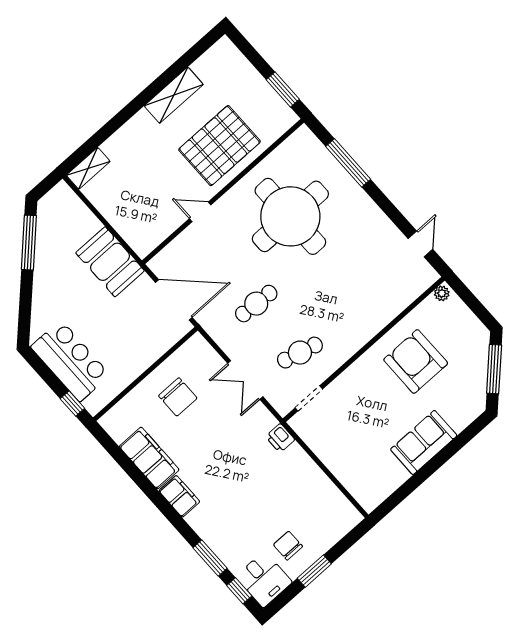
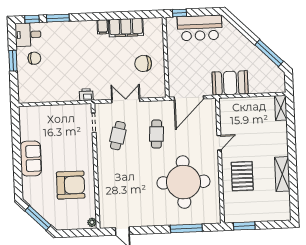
pallet: (219, 146) -> (242, 176), width x0.73, depth x0.71
filing cabinet: (179, 496) -> (103, 27), width x0.50

